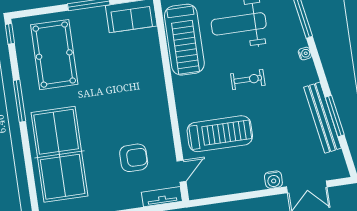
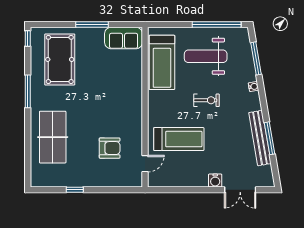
table tennis table: (59, 154) -> (53, 137), width x0.73, depth x0.76
tv unit: (162, 197) -> (127, 181), removed

